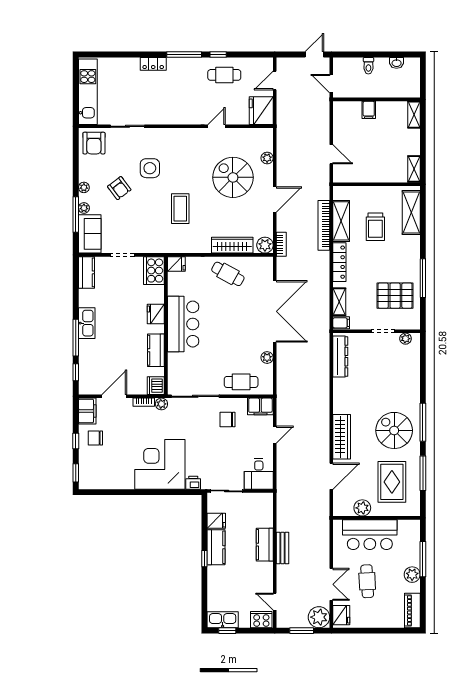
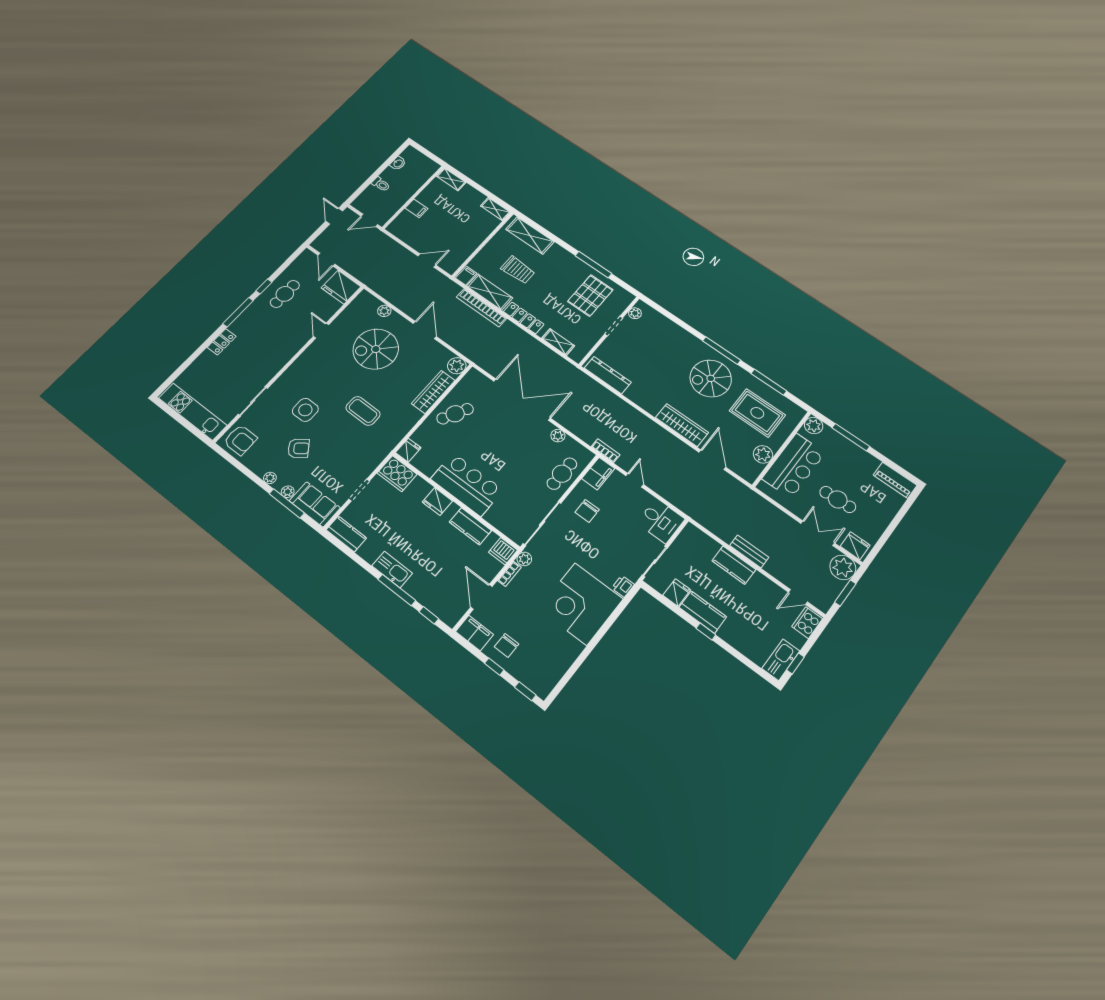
bookcase: (281, 244) -> (606, 451), moved
filing cabinet: (341, 323) -> (466, 276), moved
plant: (412, 575) -> (814, 425), moved

